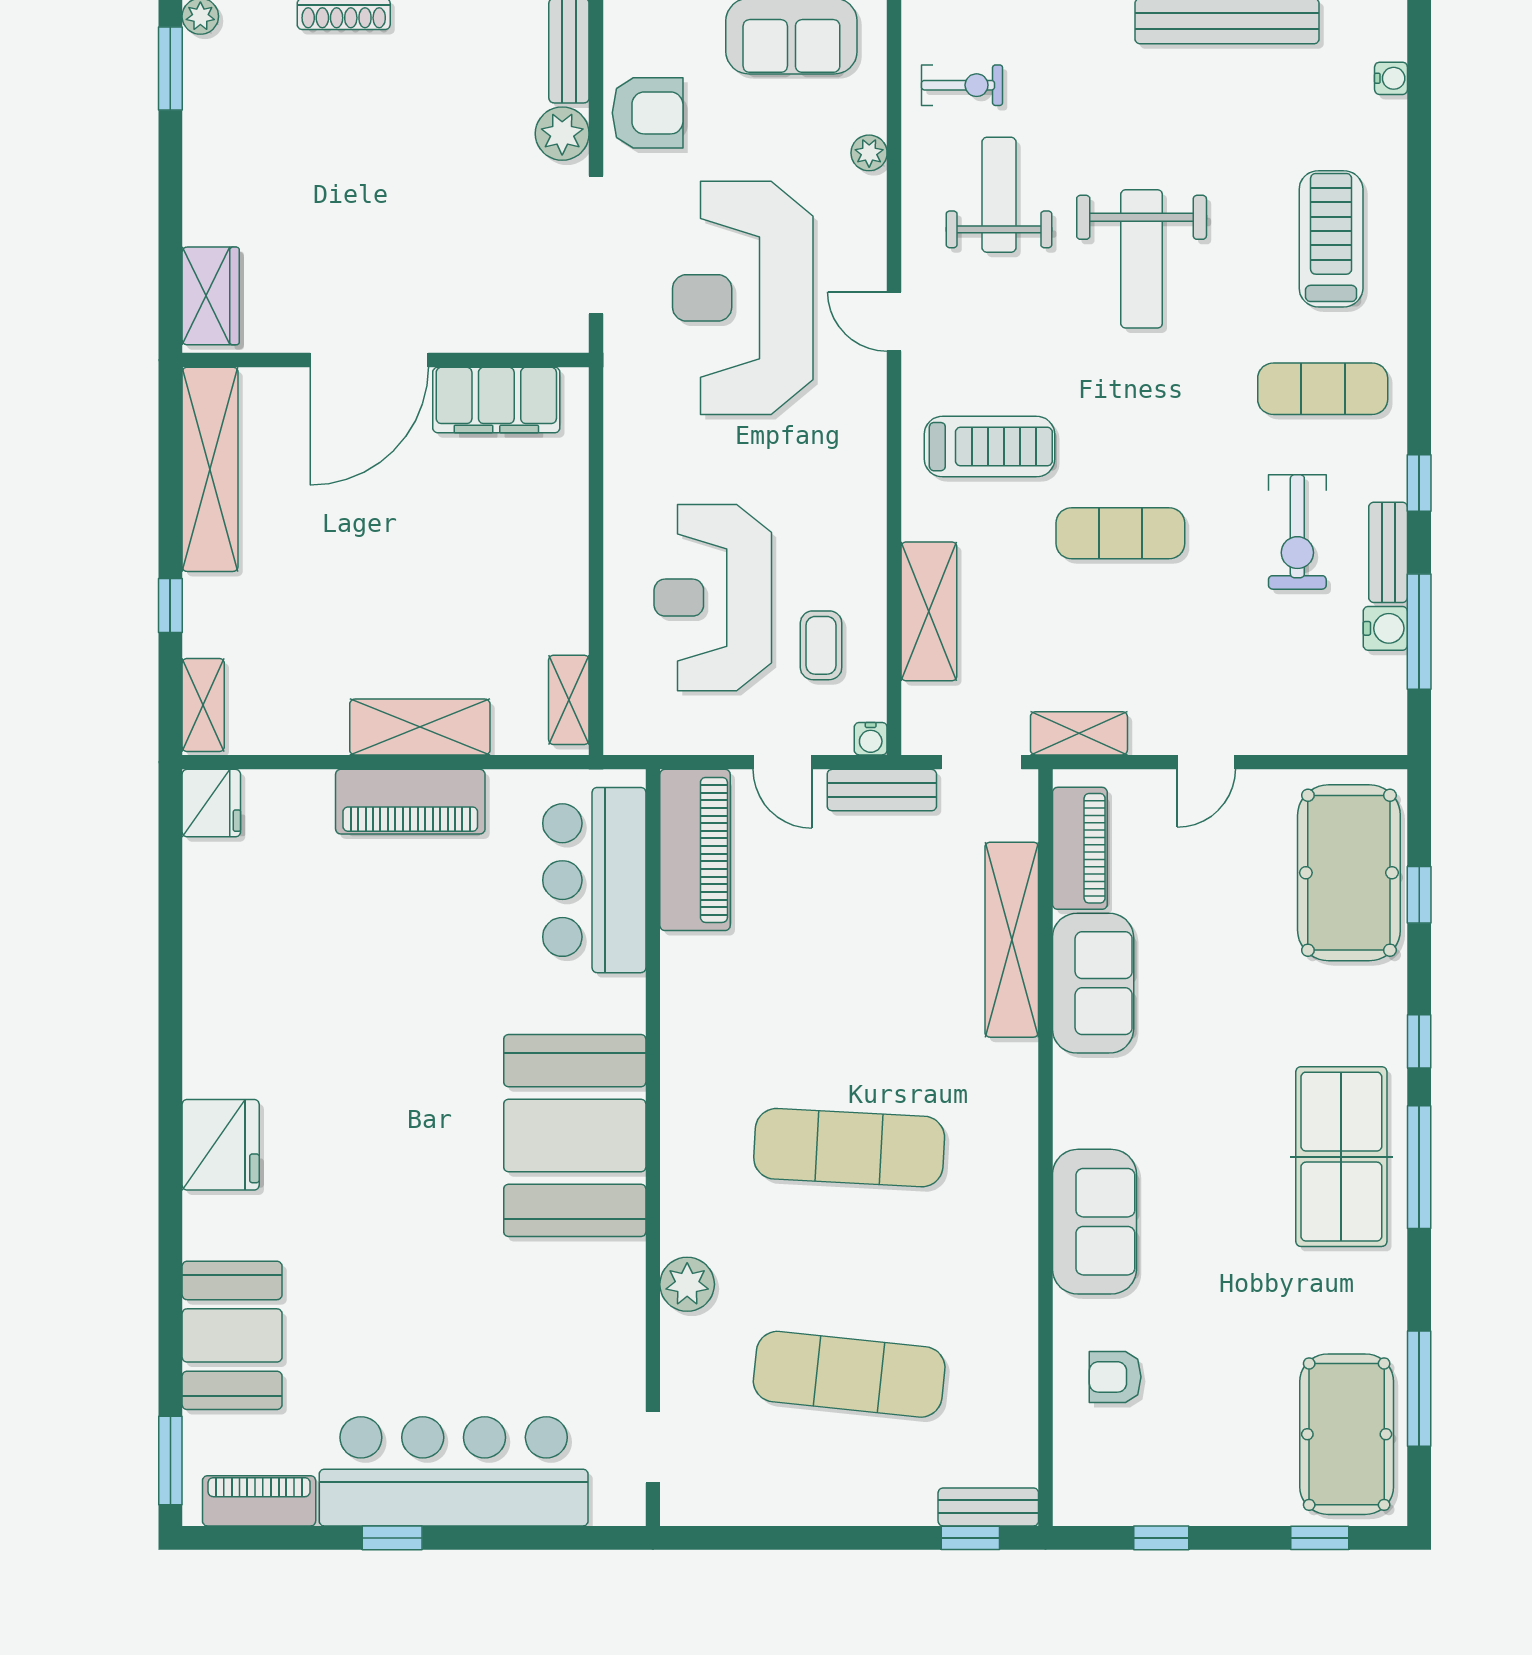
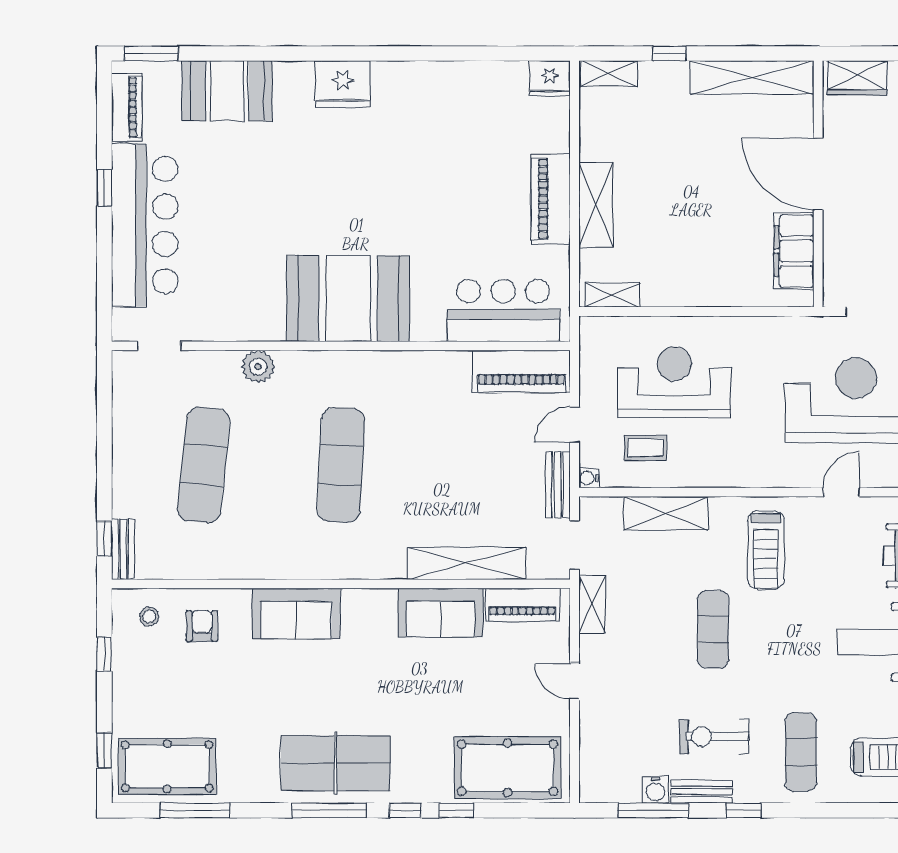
window: (1419, 895) -> (456, 810), moved
stool: (1099, 1464) -> (149, 616), added

